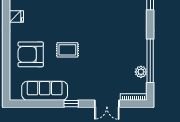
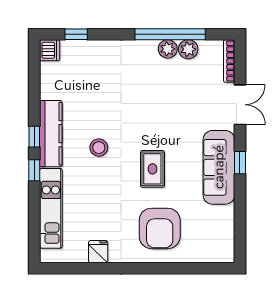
stool: (80, 17) -> (99, 148), added
plant: (141, 59) -> (168, 49), added
sofa: (45, 91) -> (219, 167), moved

